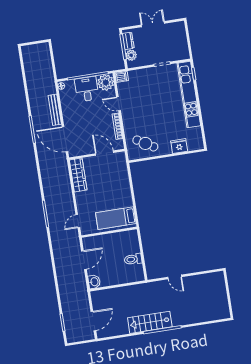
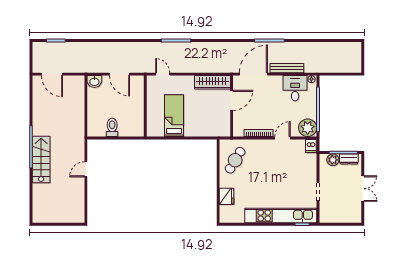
desk: (87, 89) -> (295, 88), moved, turned -90
door: (104, 153) -> (232, 100), moved
bed: (116, 218) -> (174, 116), moved
stairs: (150, 322) -> (41, 159), moved

